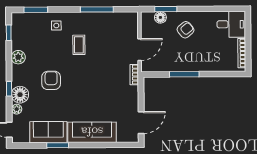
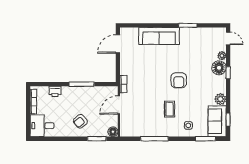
floor lamp: (160, 17) -> (113, 132), moved
printer: (216, 65) -> (55, 91), added
armchair: (51, 80) -> (179, 80), moved
sofa: (48, 132) -> (217, 121), moved, turned 90

